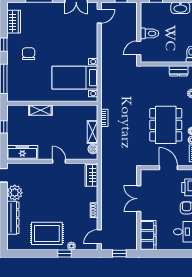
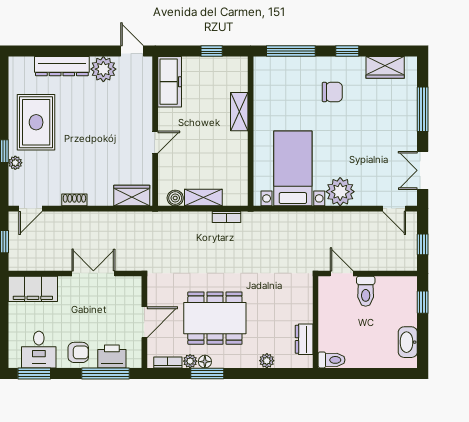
plant: (89, 49) -> (340, 192), added
door: (99, 237) -> (30, 209), swing flipped

